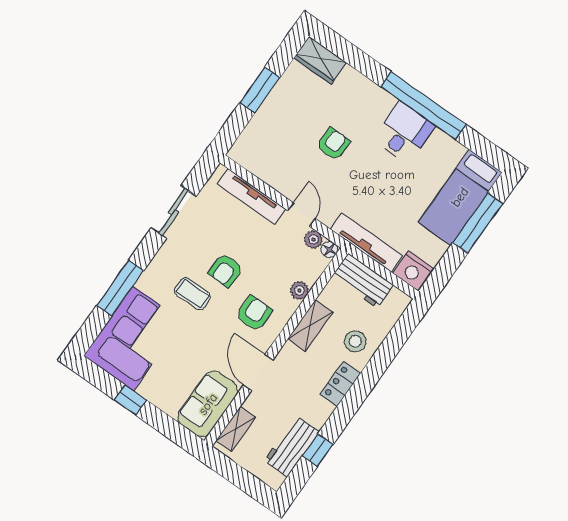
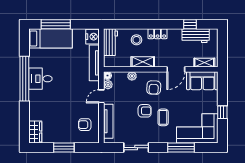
armchair: (333, 144) -> (85, 125), moved
workbench: (363, 281) -> (111, 42), moved
armchair: (254, 314) -> (154, 88), turned -87

